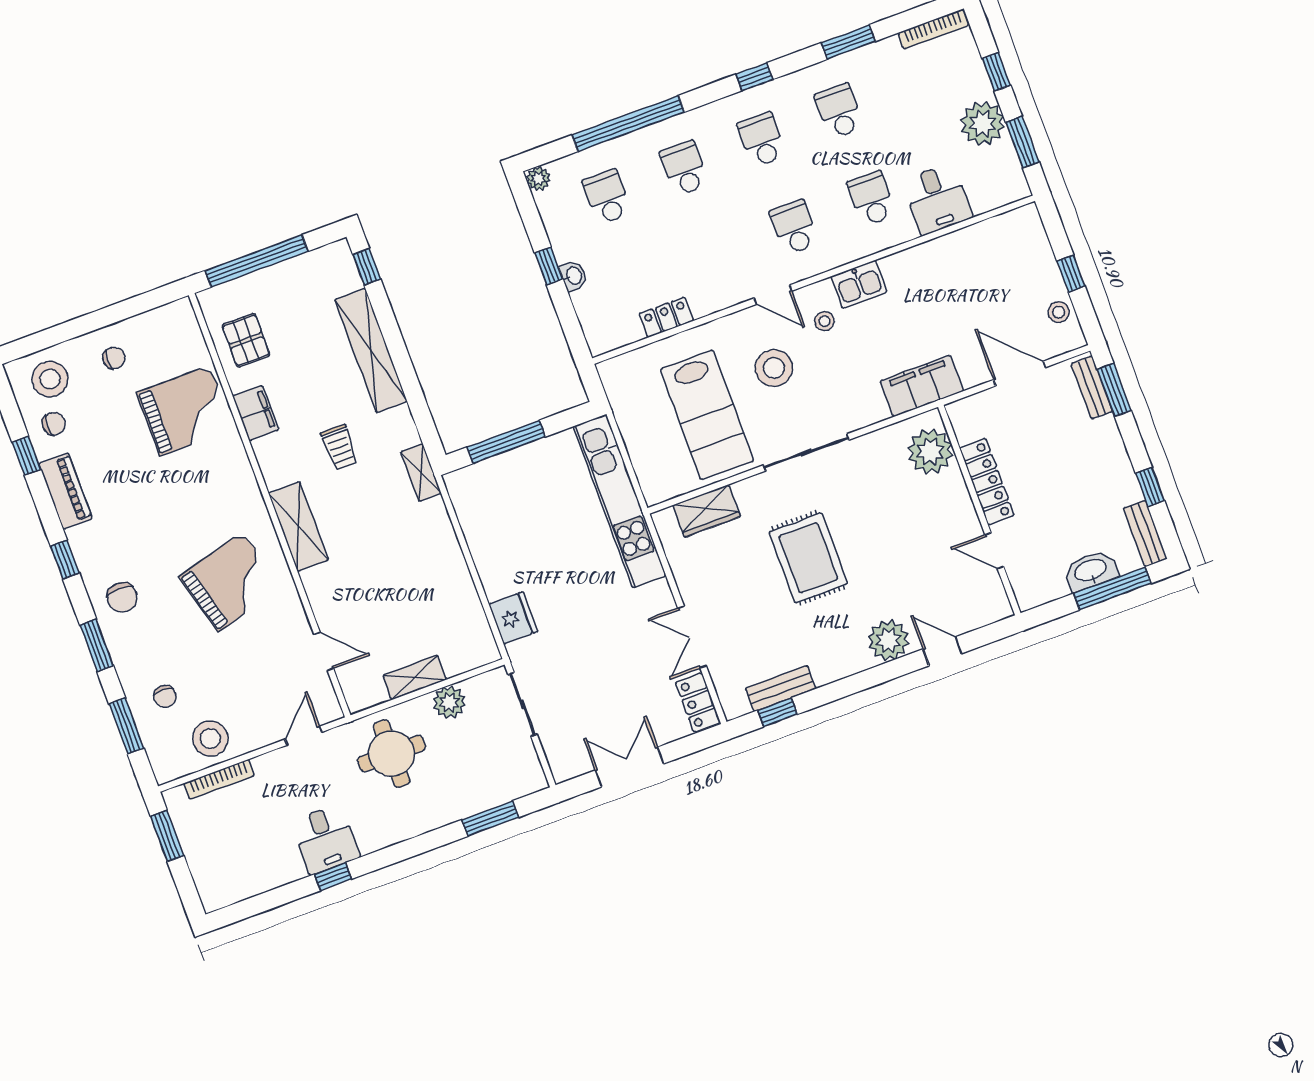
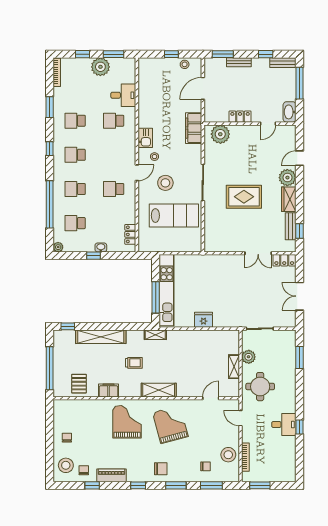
school desk: (794, 227) -> (114, 189), moved
locker: (666, 317) -> (130, 234), moved
pallet: (246, 340) -> (79, 384), turned 90
bench: (1092, 388) -> (239, 62), moved
grand piano: (185, 411) -> (127, 422), moved
locker: (987, 482) -> (240, 117), width x0.66
kitchen unit: (620, 501) -> (167, 290), moved, turned -90
wardrobe: (707, 511) -> (289, 199), moved, turned 180
washbasin: (1091, 571) -> (290, 112), moved
fridge: (513, 618) -> (203, 320), moved

